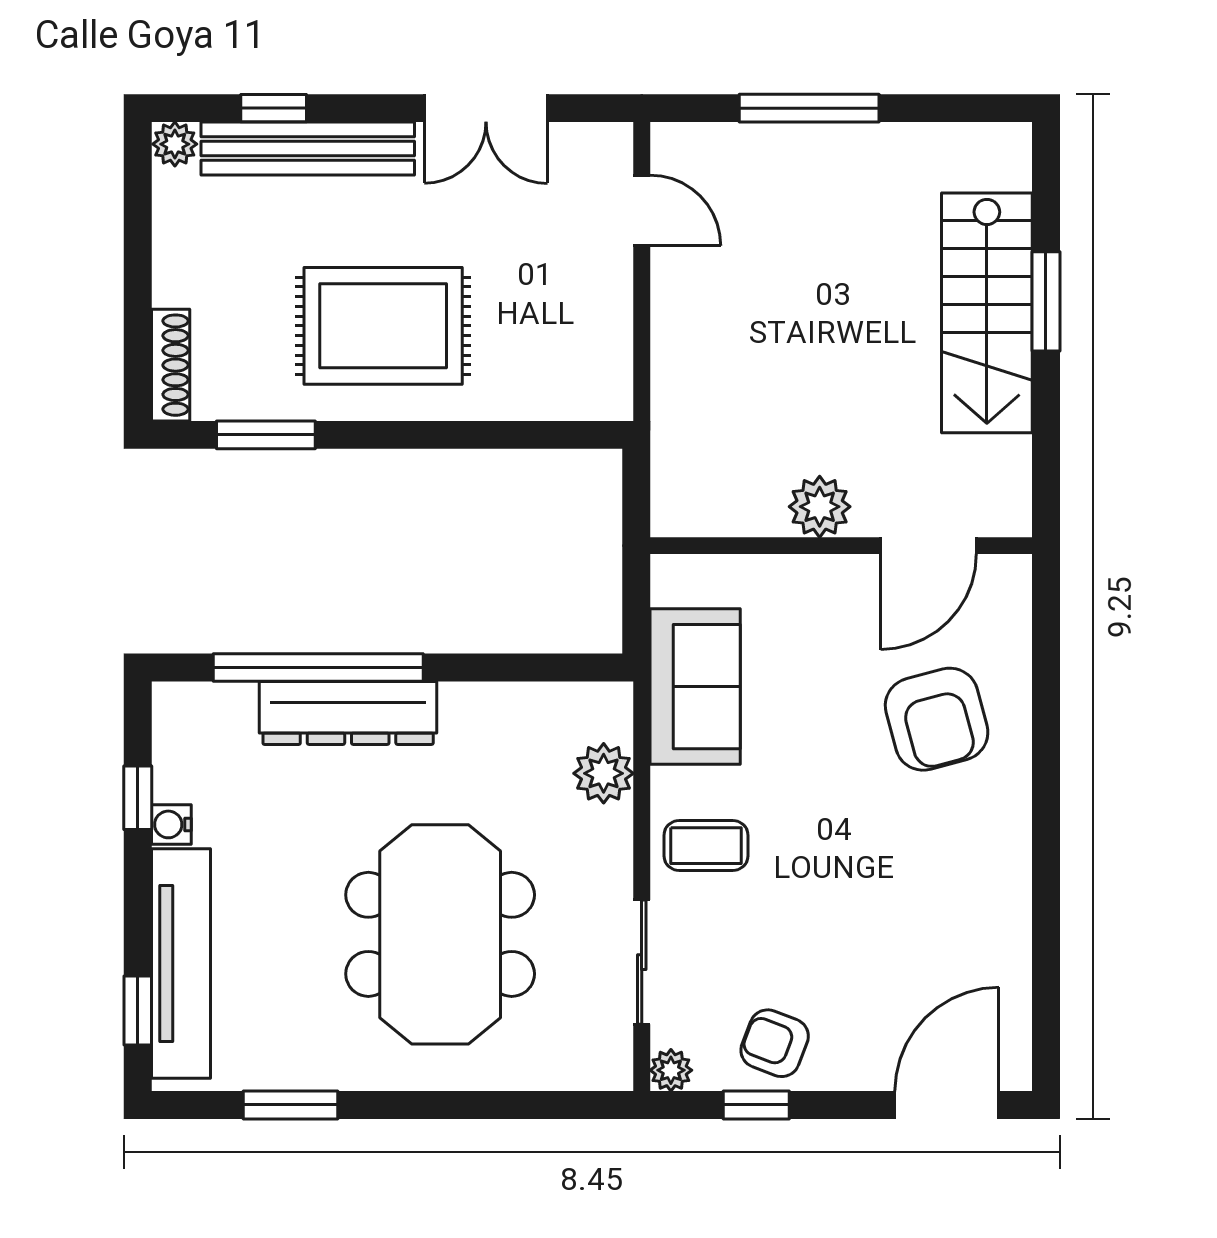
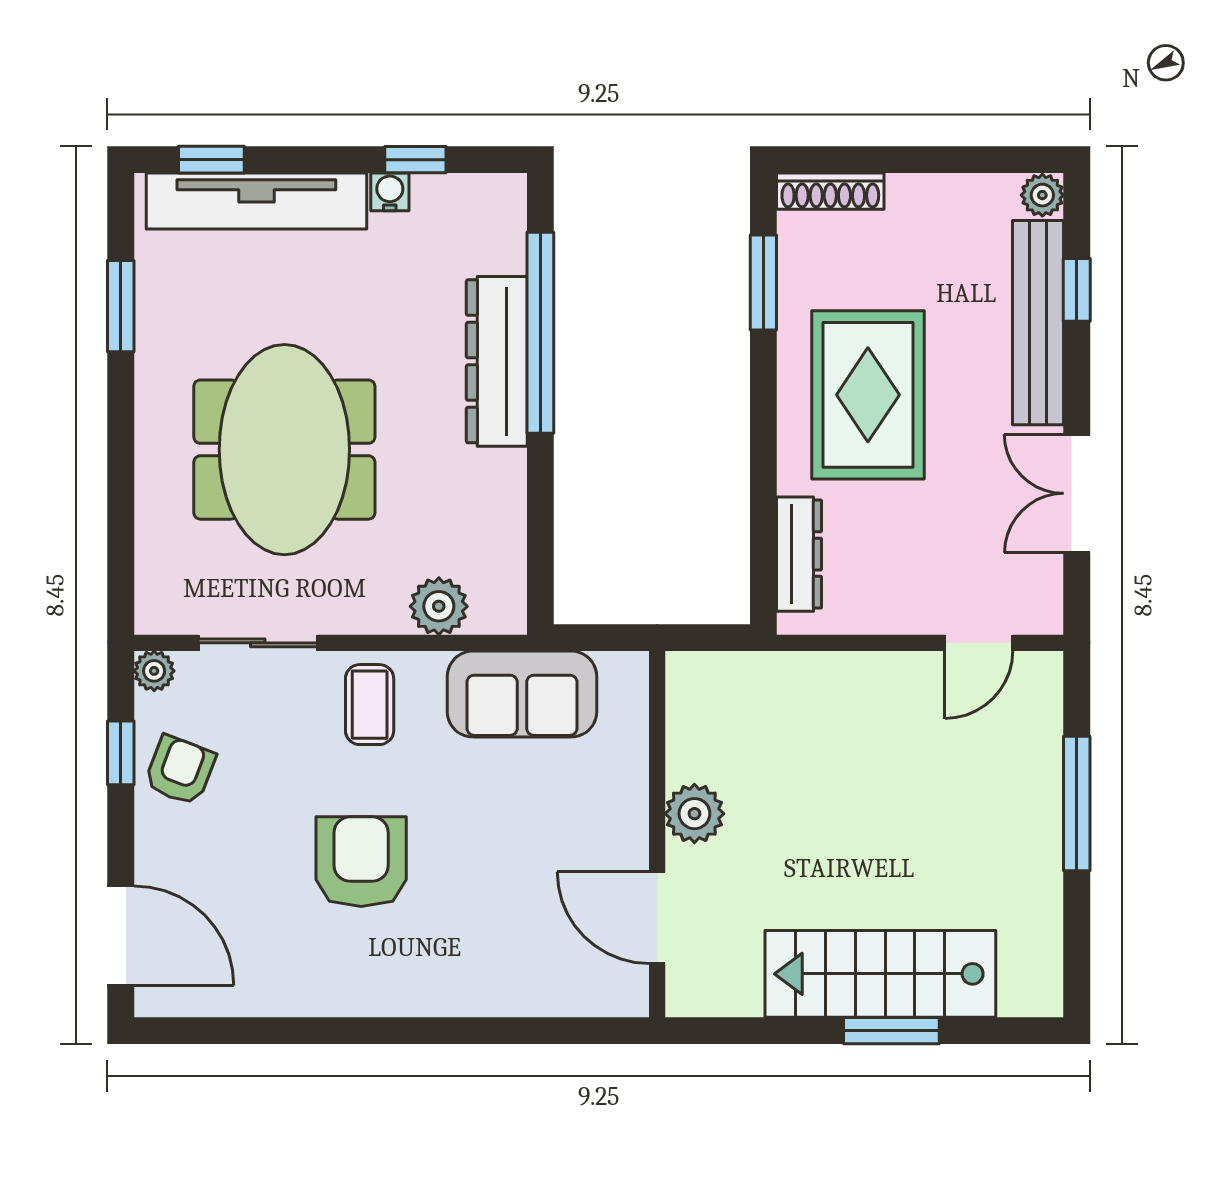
dresser: (549, 398) -> (799, 554), added
armchair: (937, 719) -> (361, 862), moved, turned 105
meeting table: (440, 934) -> (284, 450), turned 90

